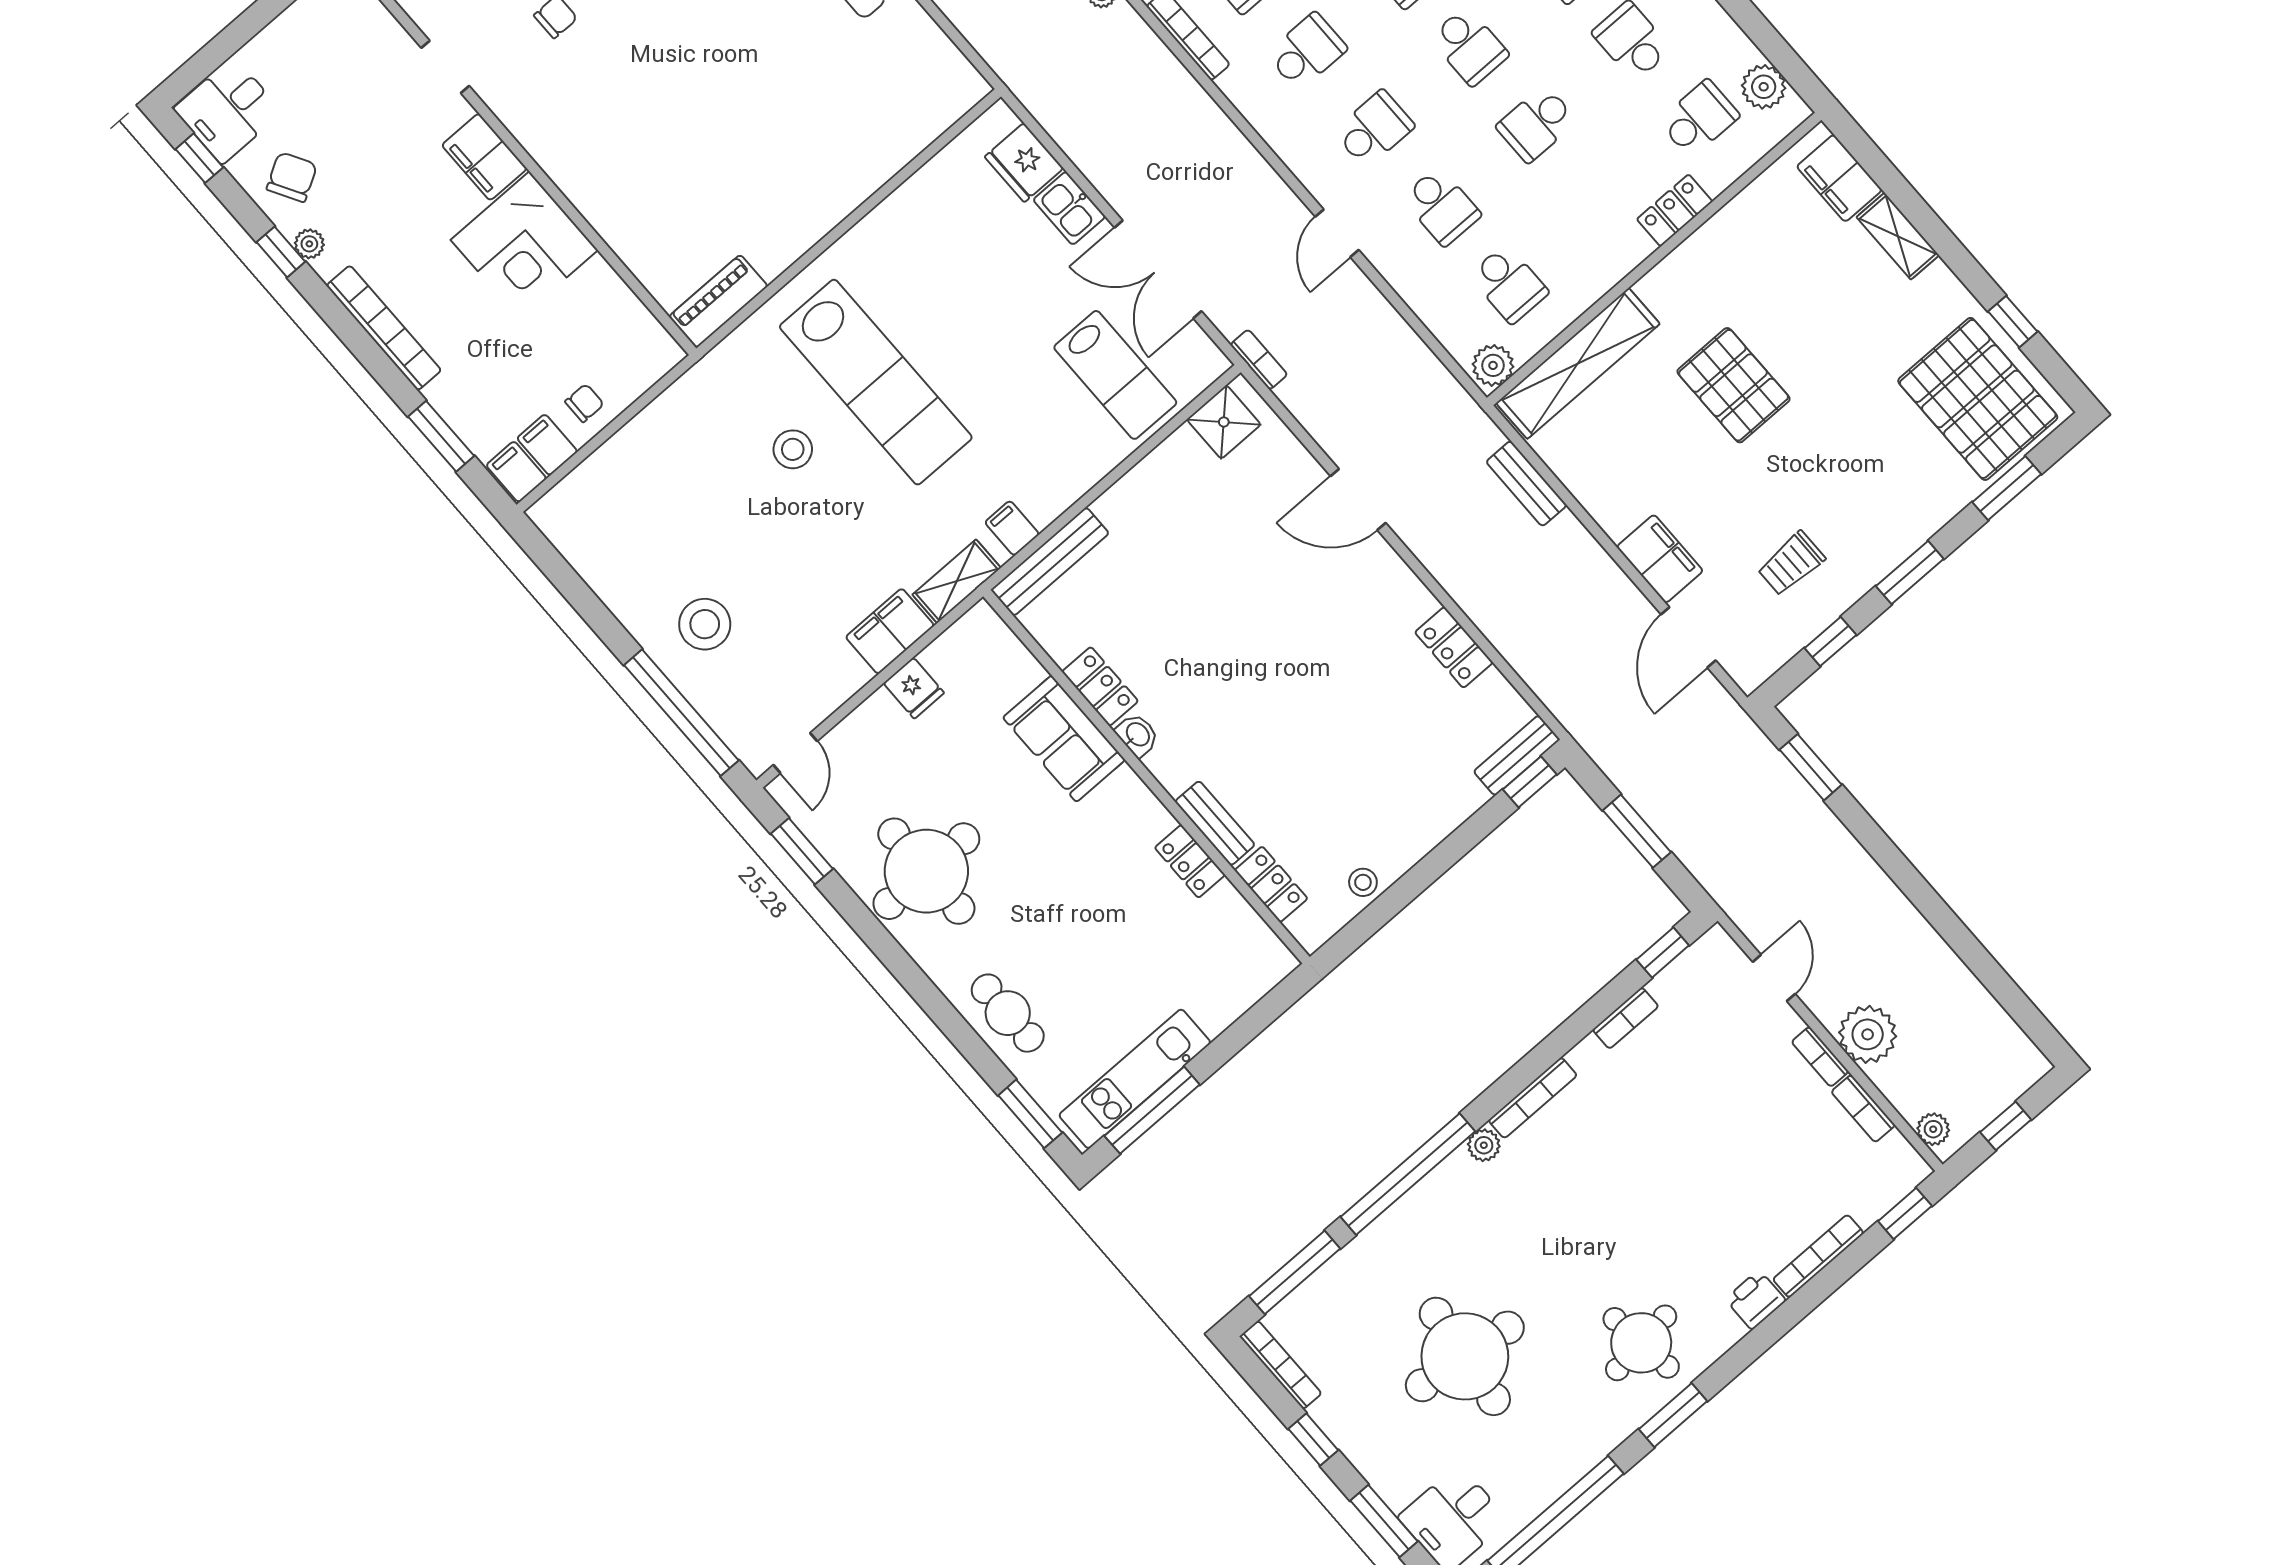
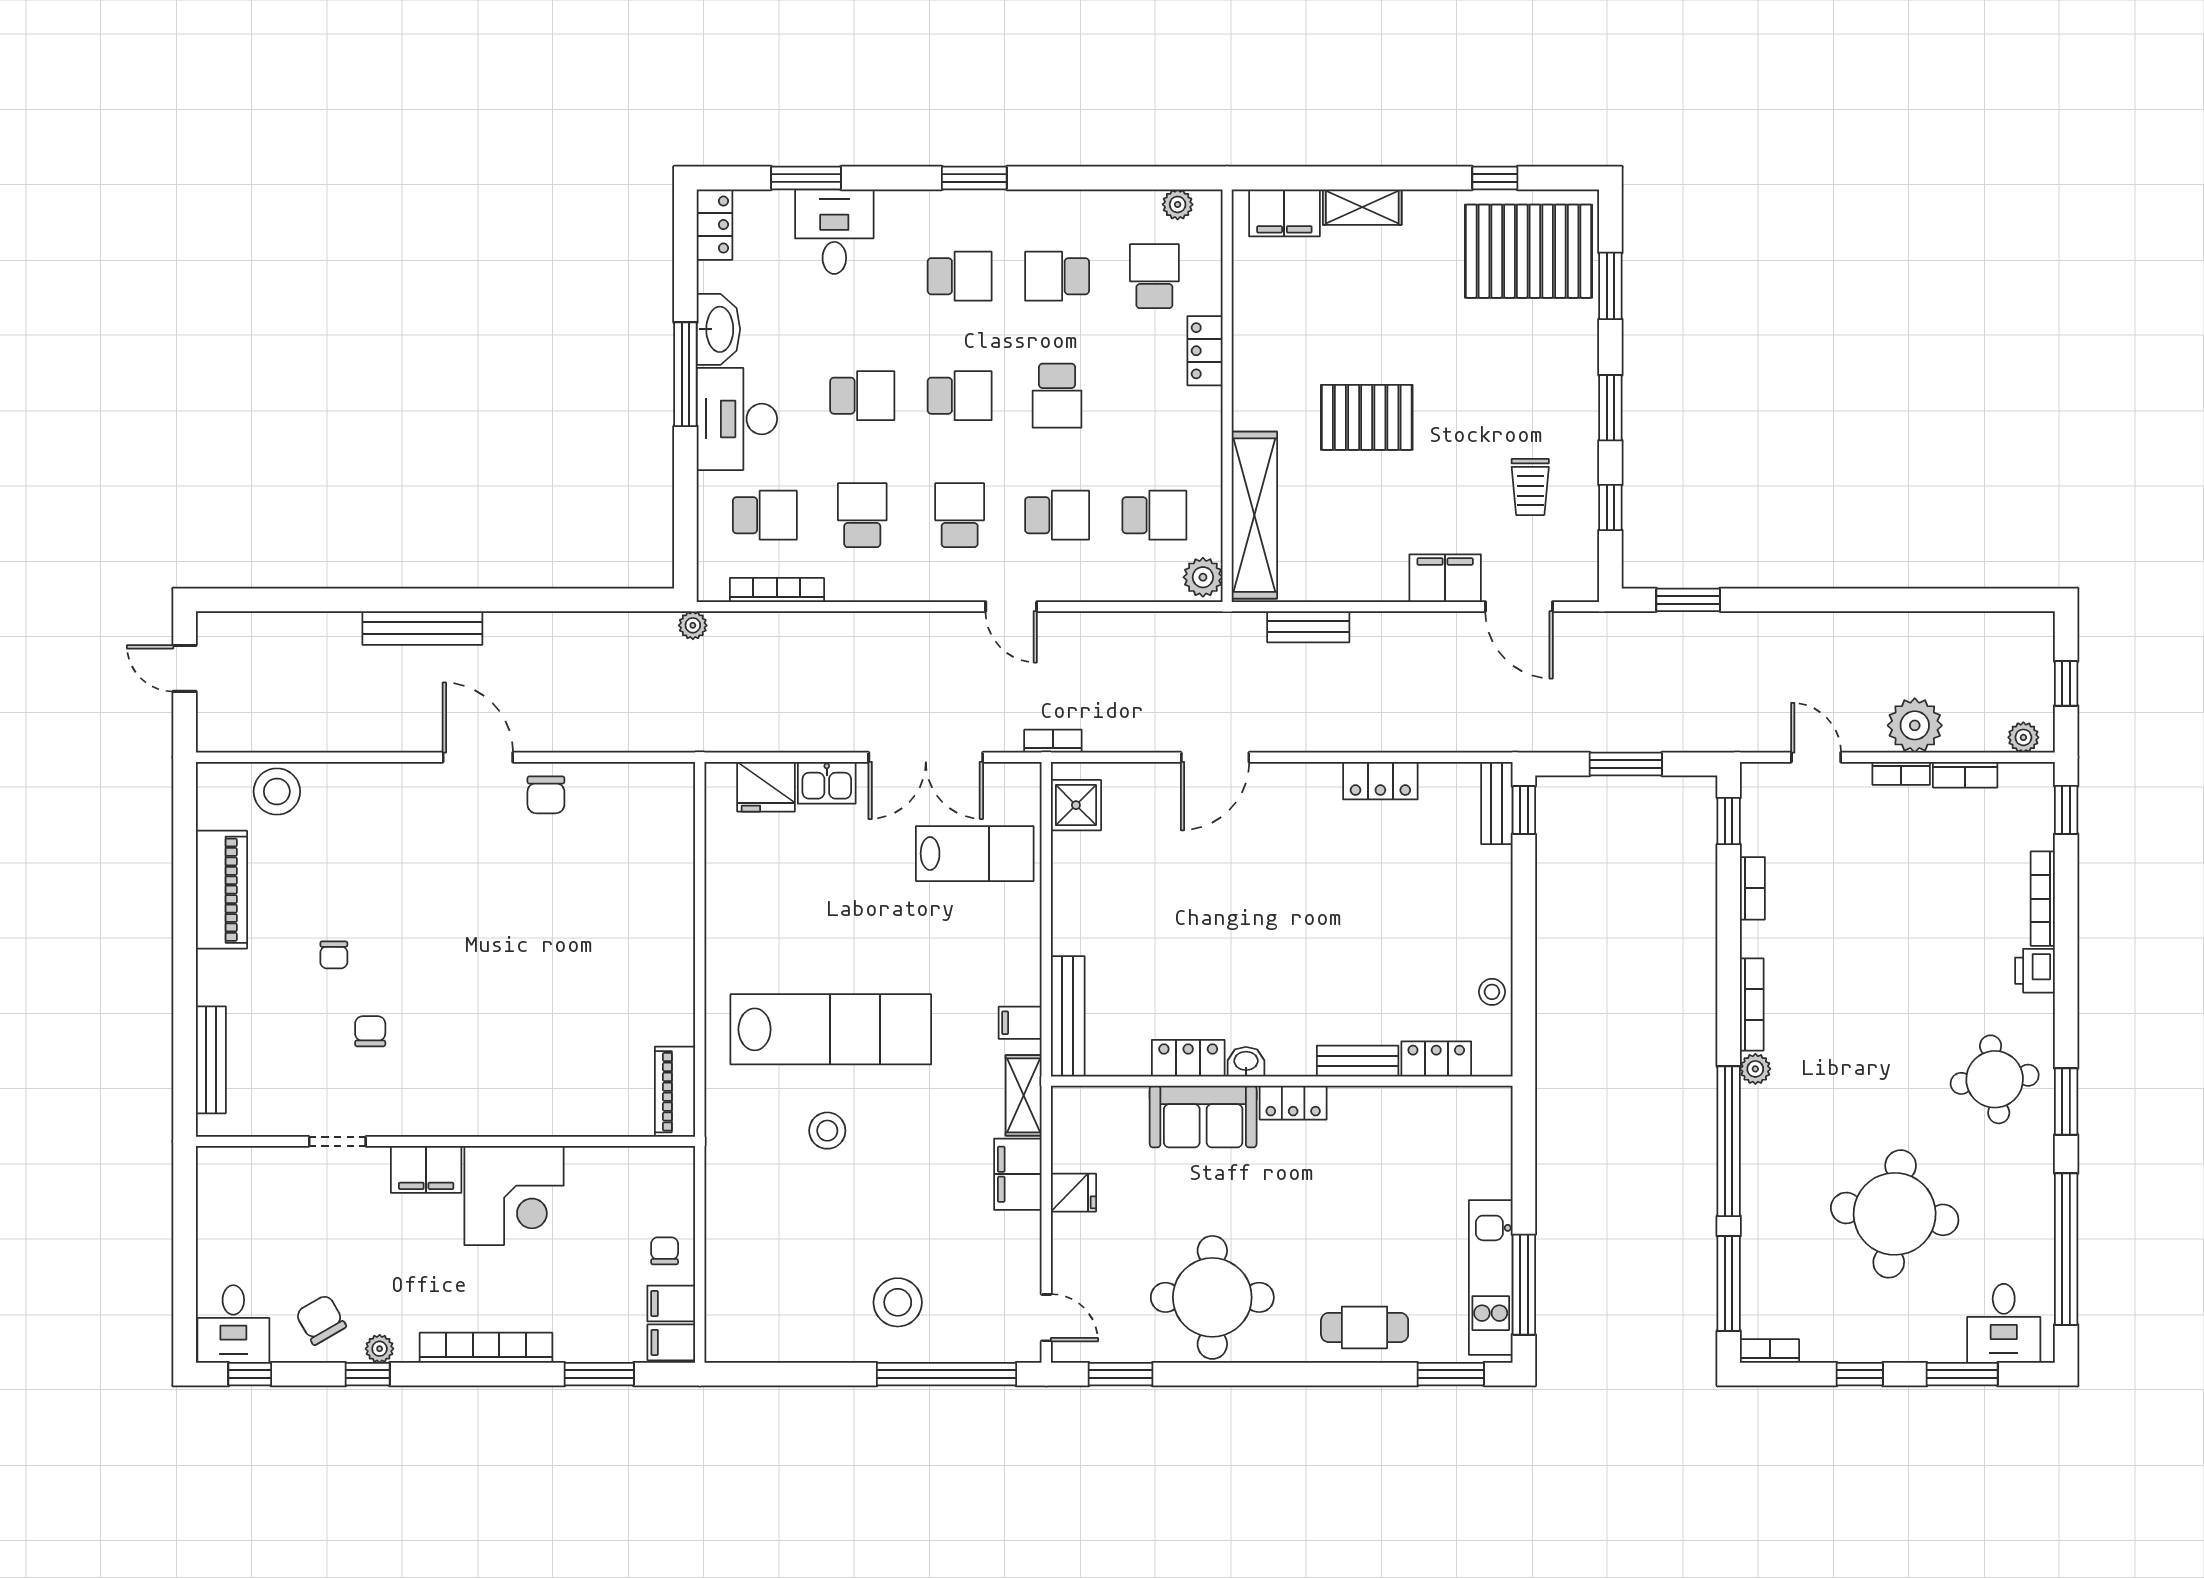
plant: (1764, 87) -> (1178, 204), width x0.73, depth x0.73
locker: (1190, 861) -> (1293, 1103), moved
bookcase: (1281, 1365) -> (1770, 1351), width x0.64

